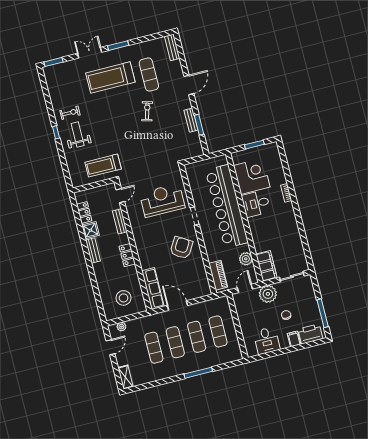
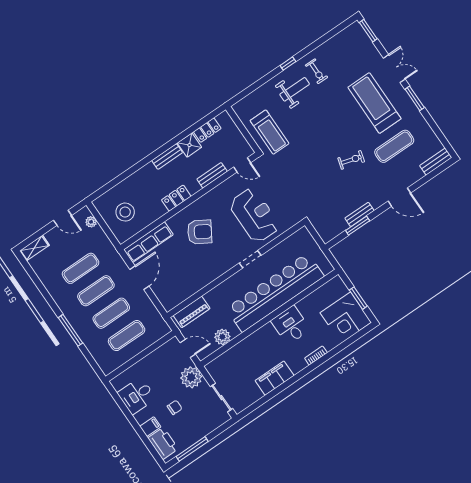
treadmill: (103, 166) -> (270, 132), turned 180
corner desk: (252, 176) -> (346, 318), moved, turned 90
armchair: (181, 248) -> (200, 232), moved
filing cabinet: (267, 266) -> (275, 378), moved, turned 180

